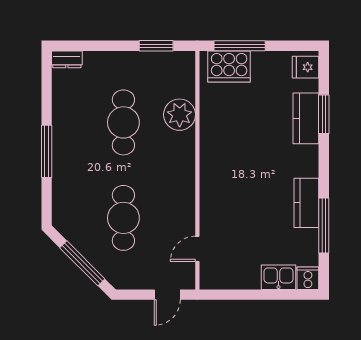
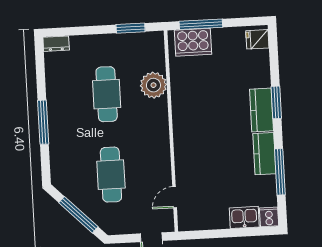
window: (324, 114) -> (276, 102), moved
kitchen counter: (306, 118) -> (262, 110), moved

